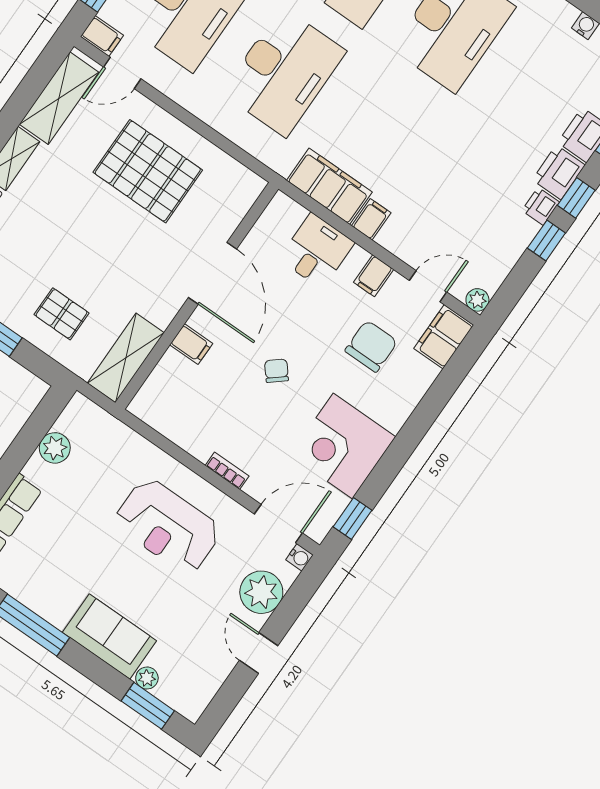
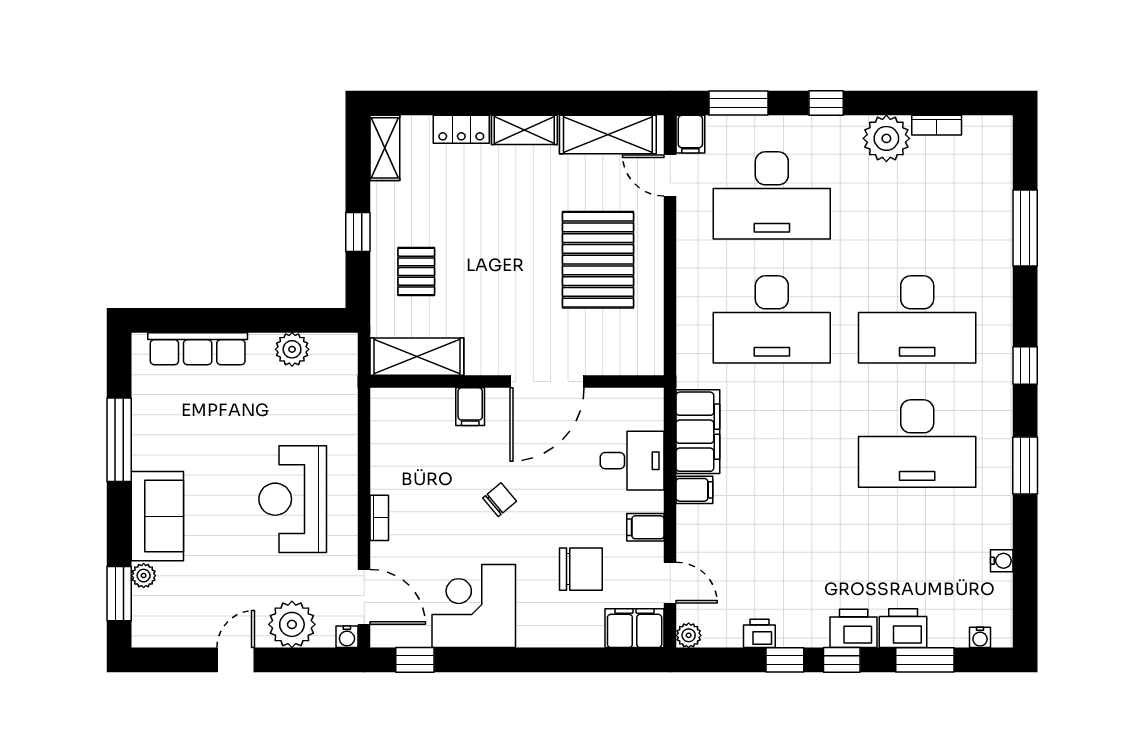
printer: (541, 206) -> (759, 633), moved

